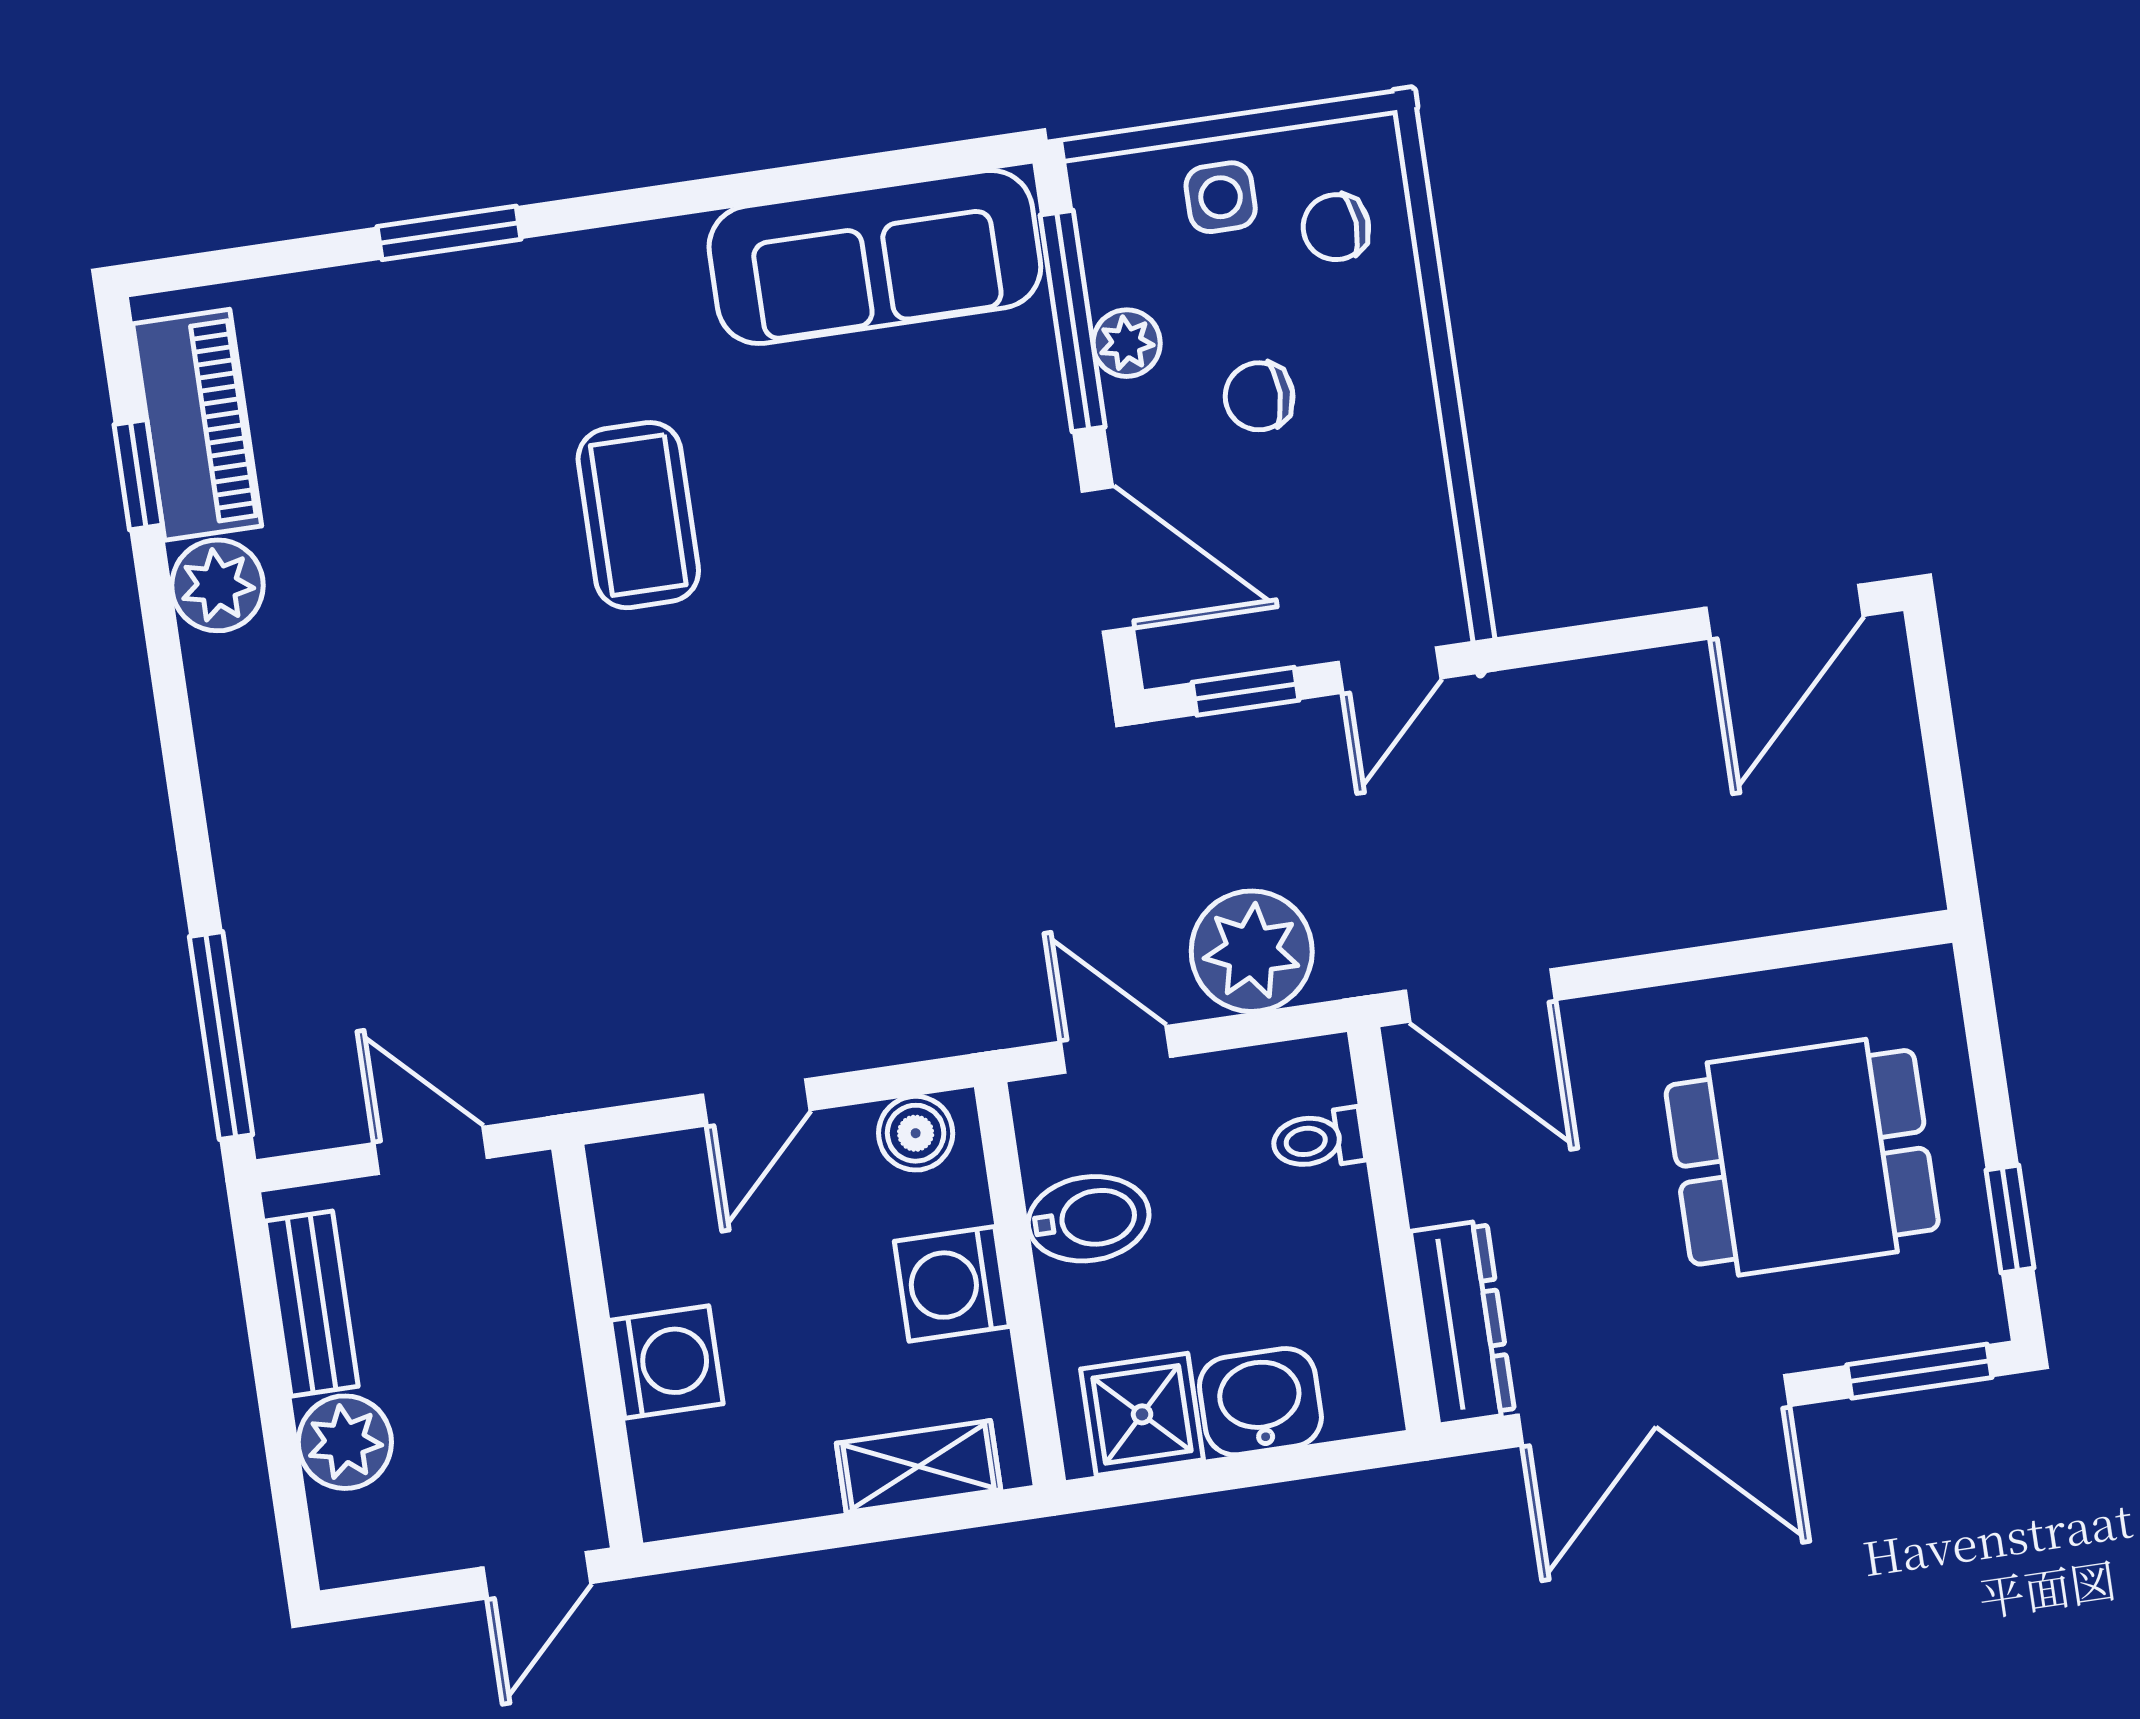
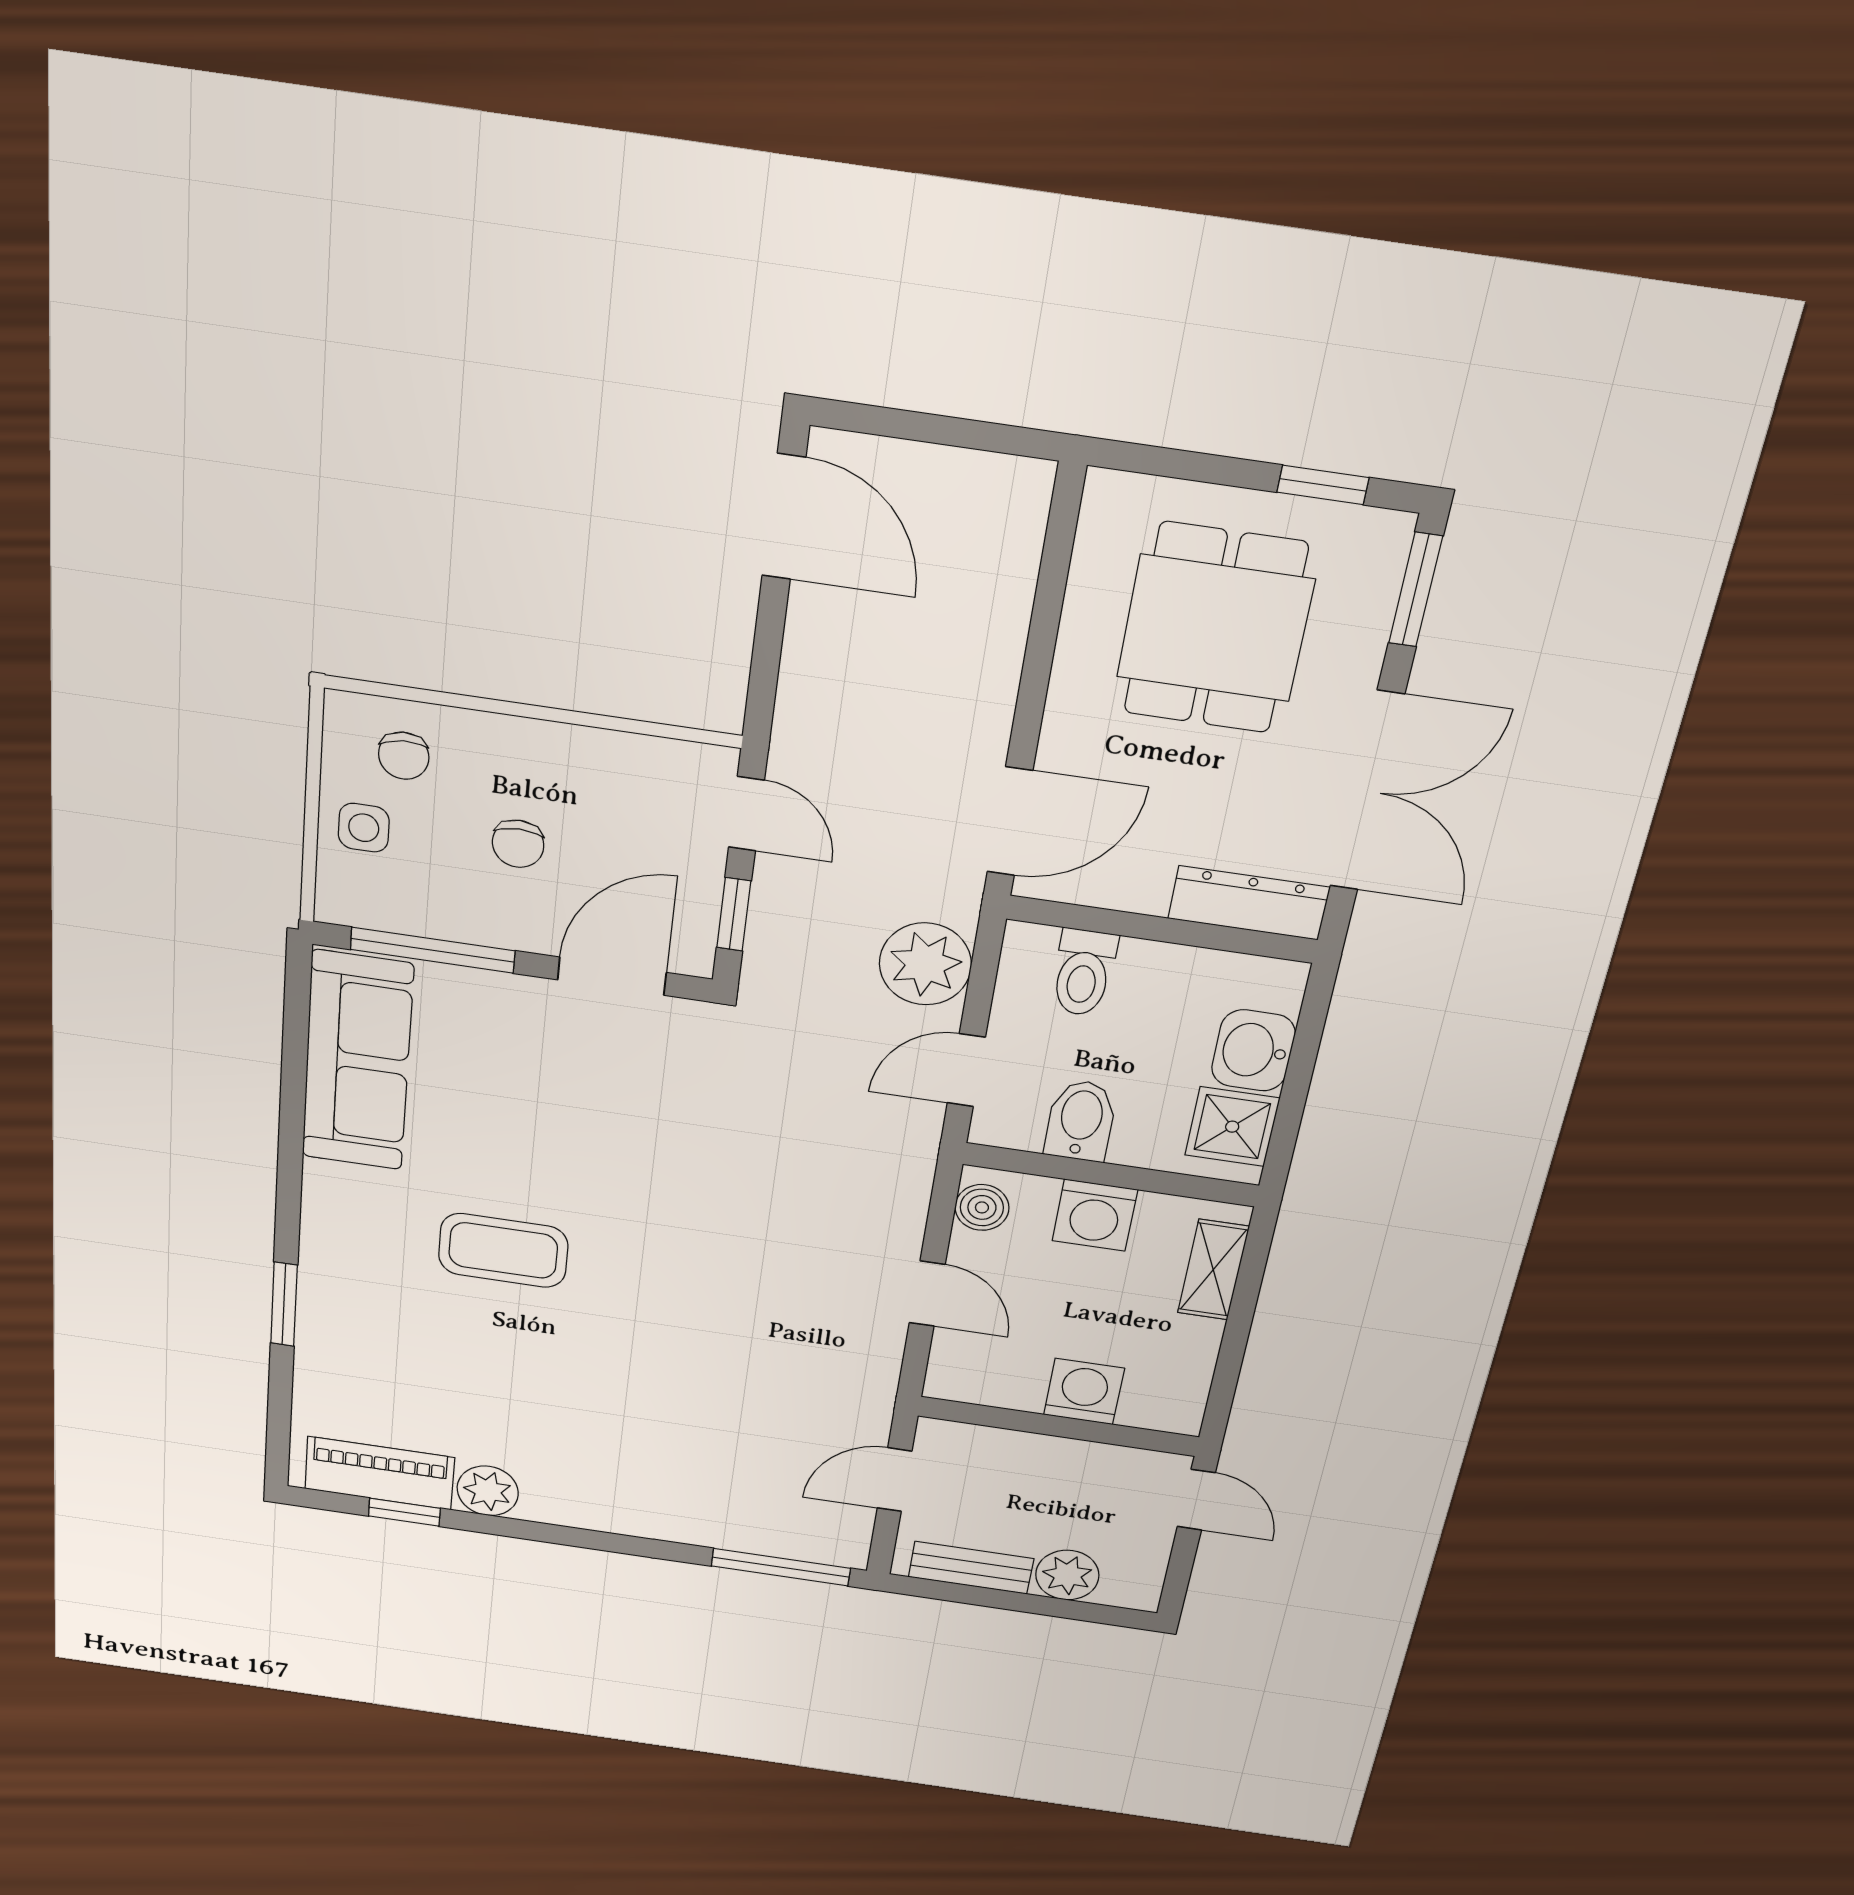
plant: (1127, 343) -> (457, 920), removed
toilet: (1318, 1140) -> (1083, 973), width x1.37, depth x1.39

